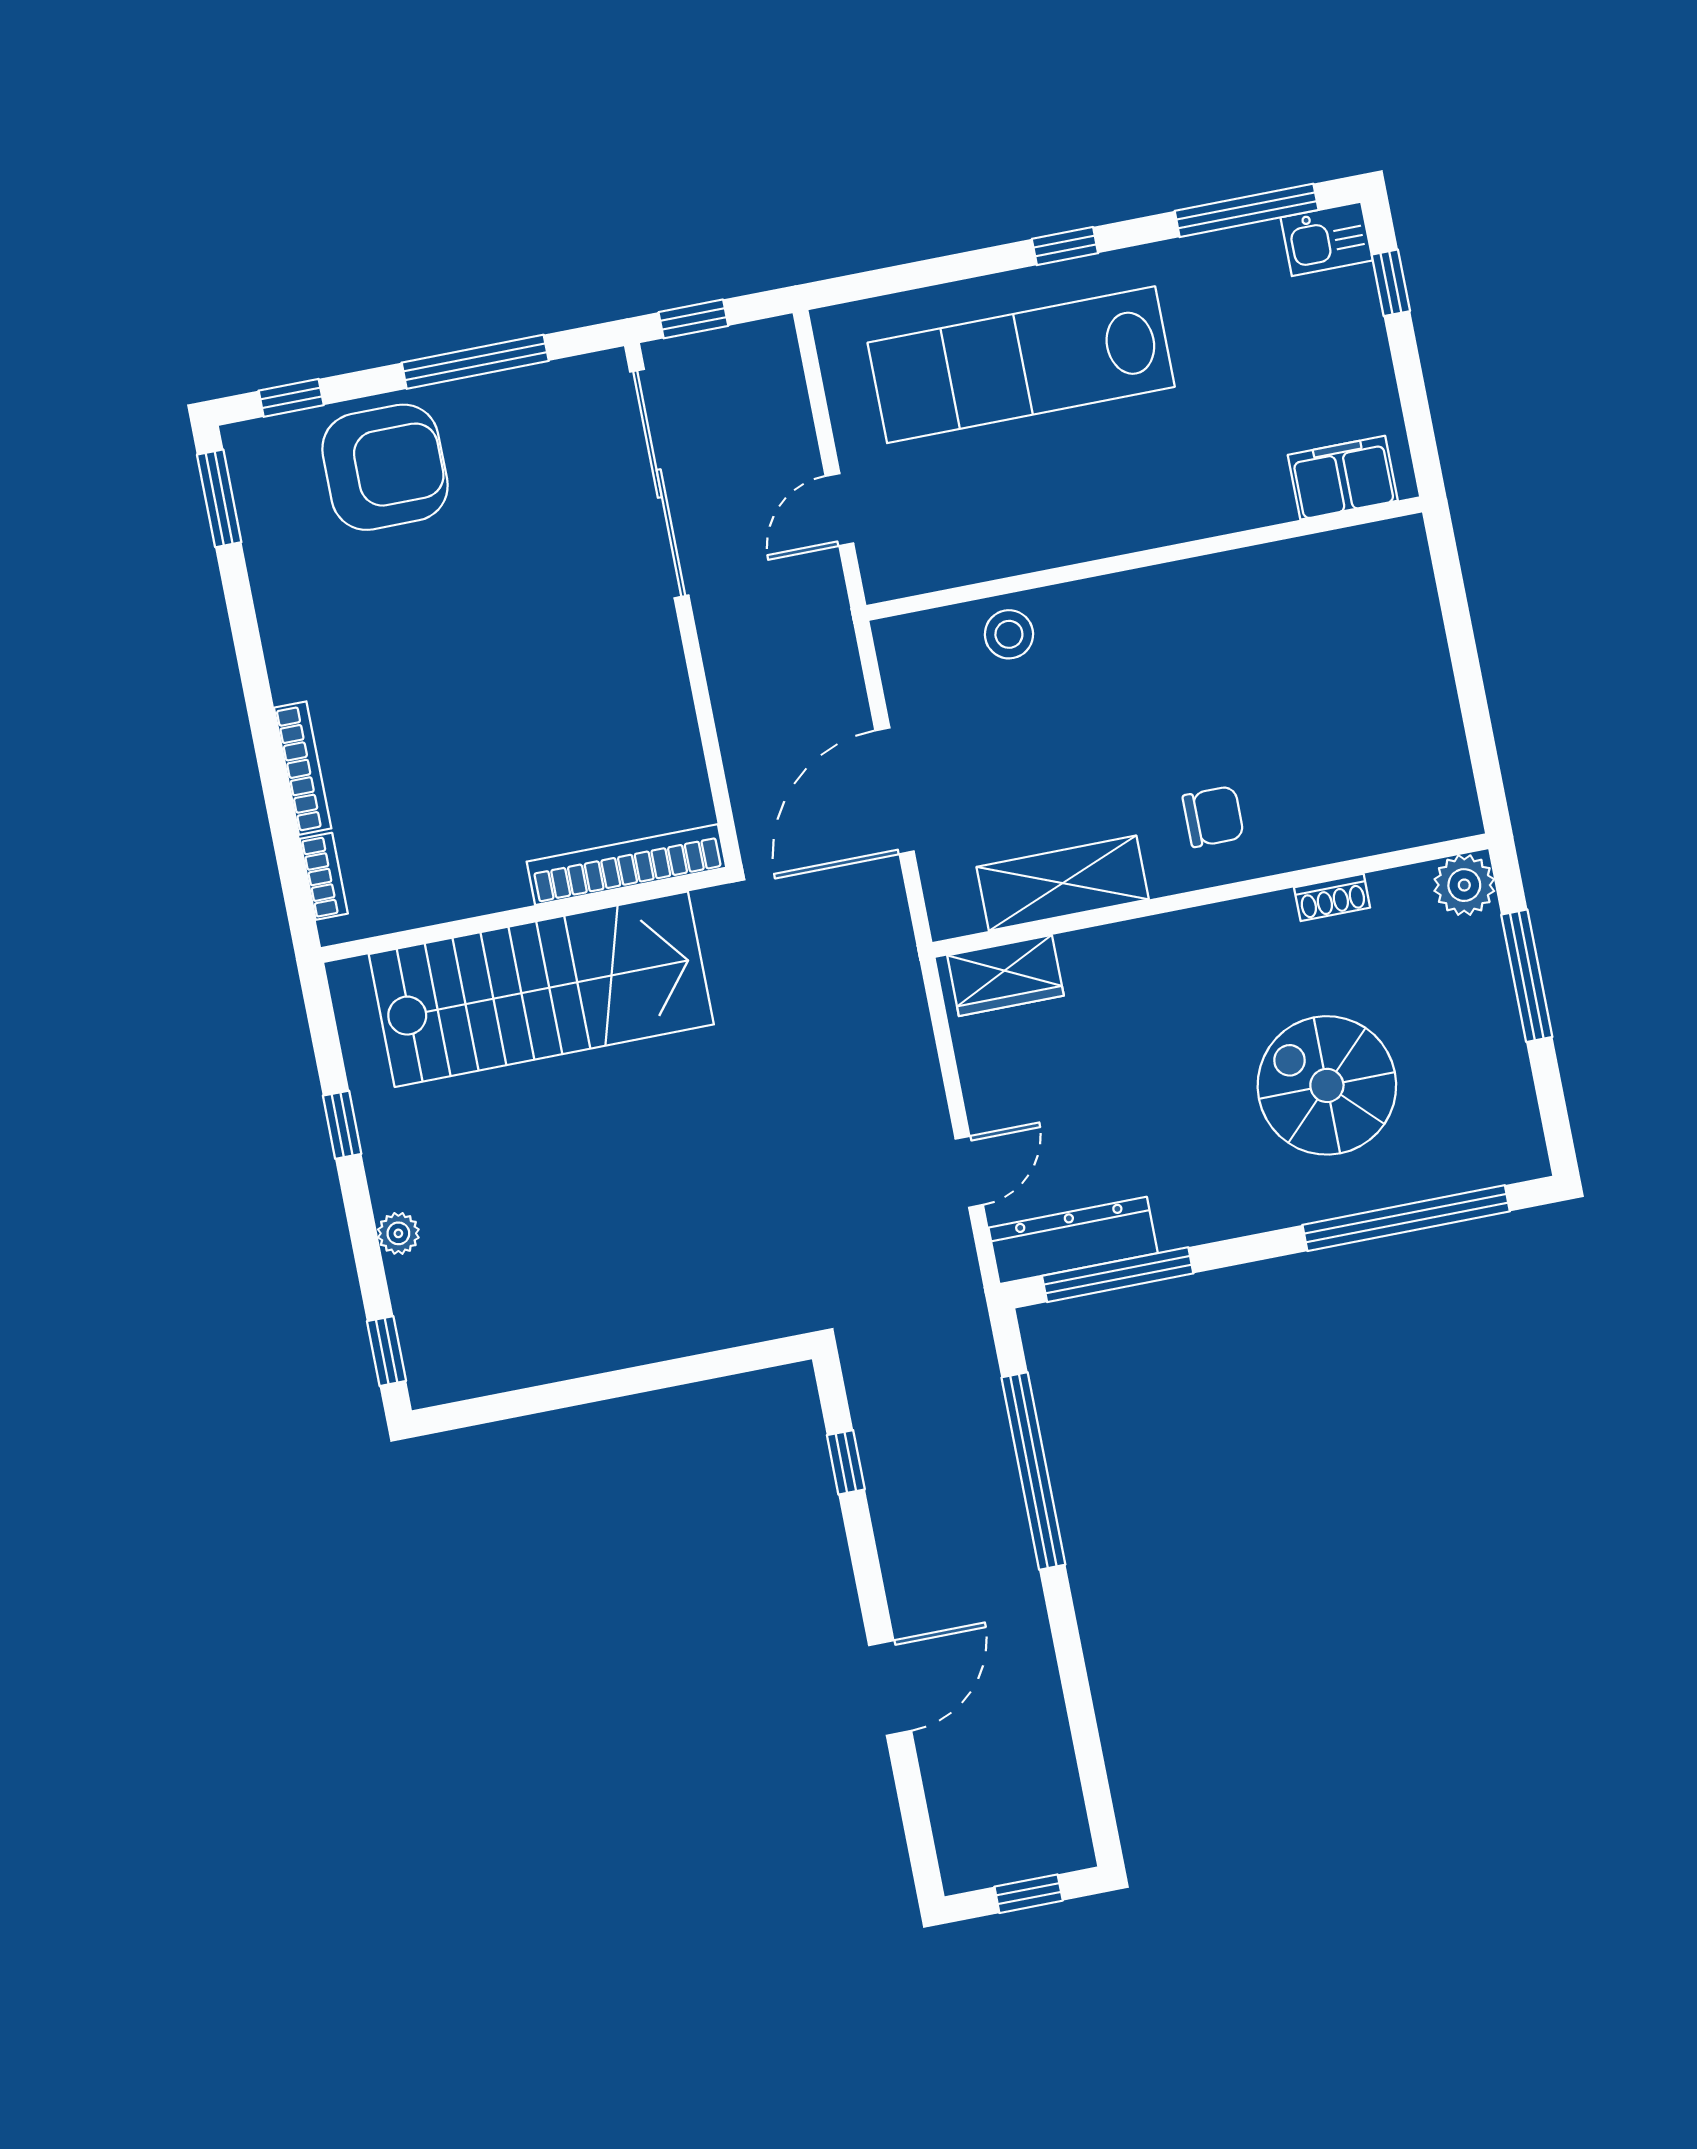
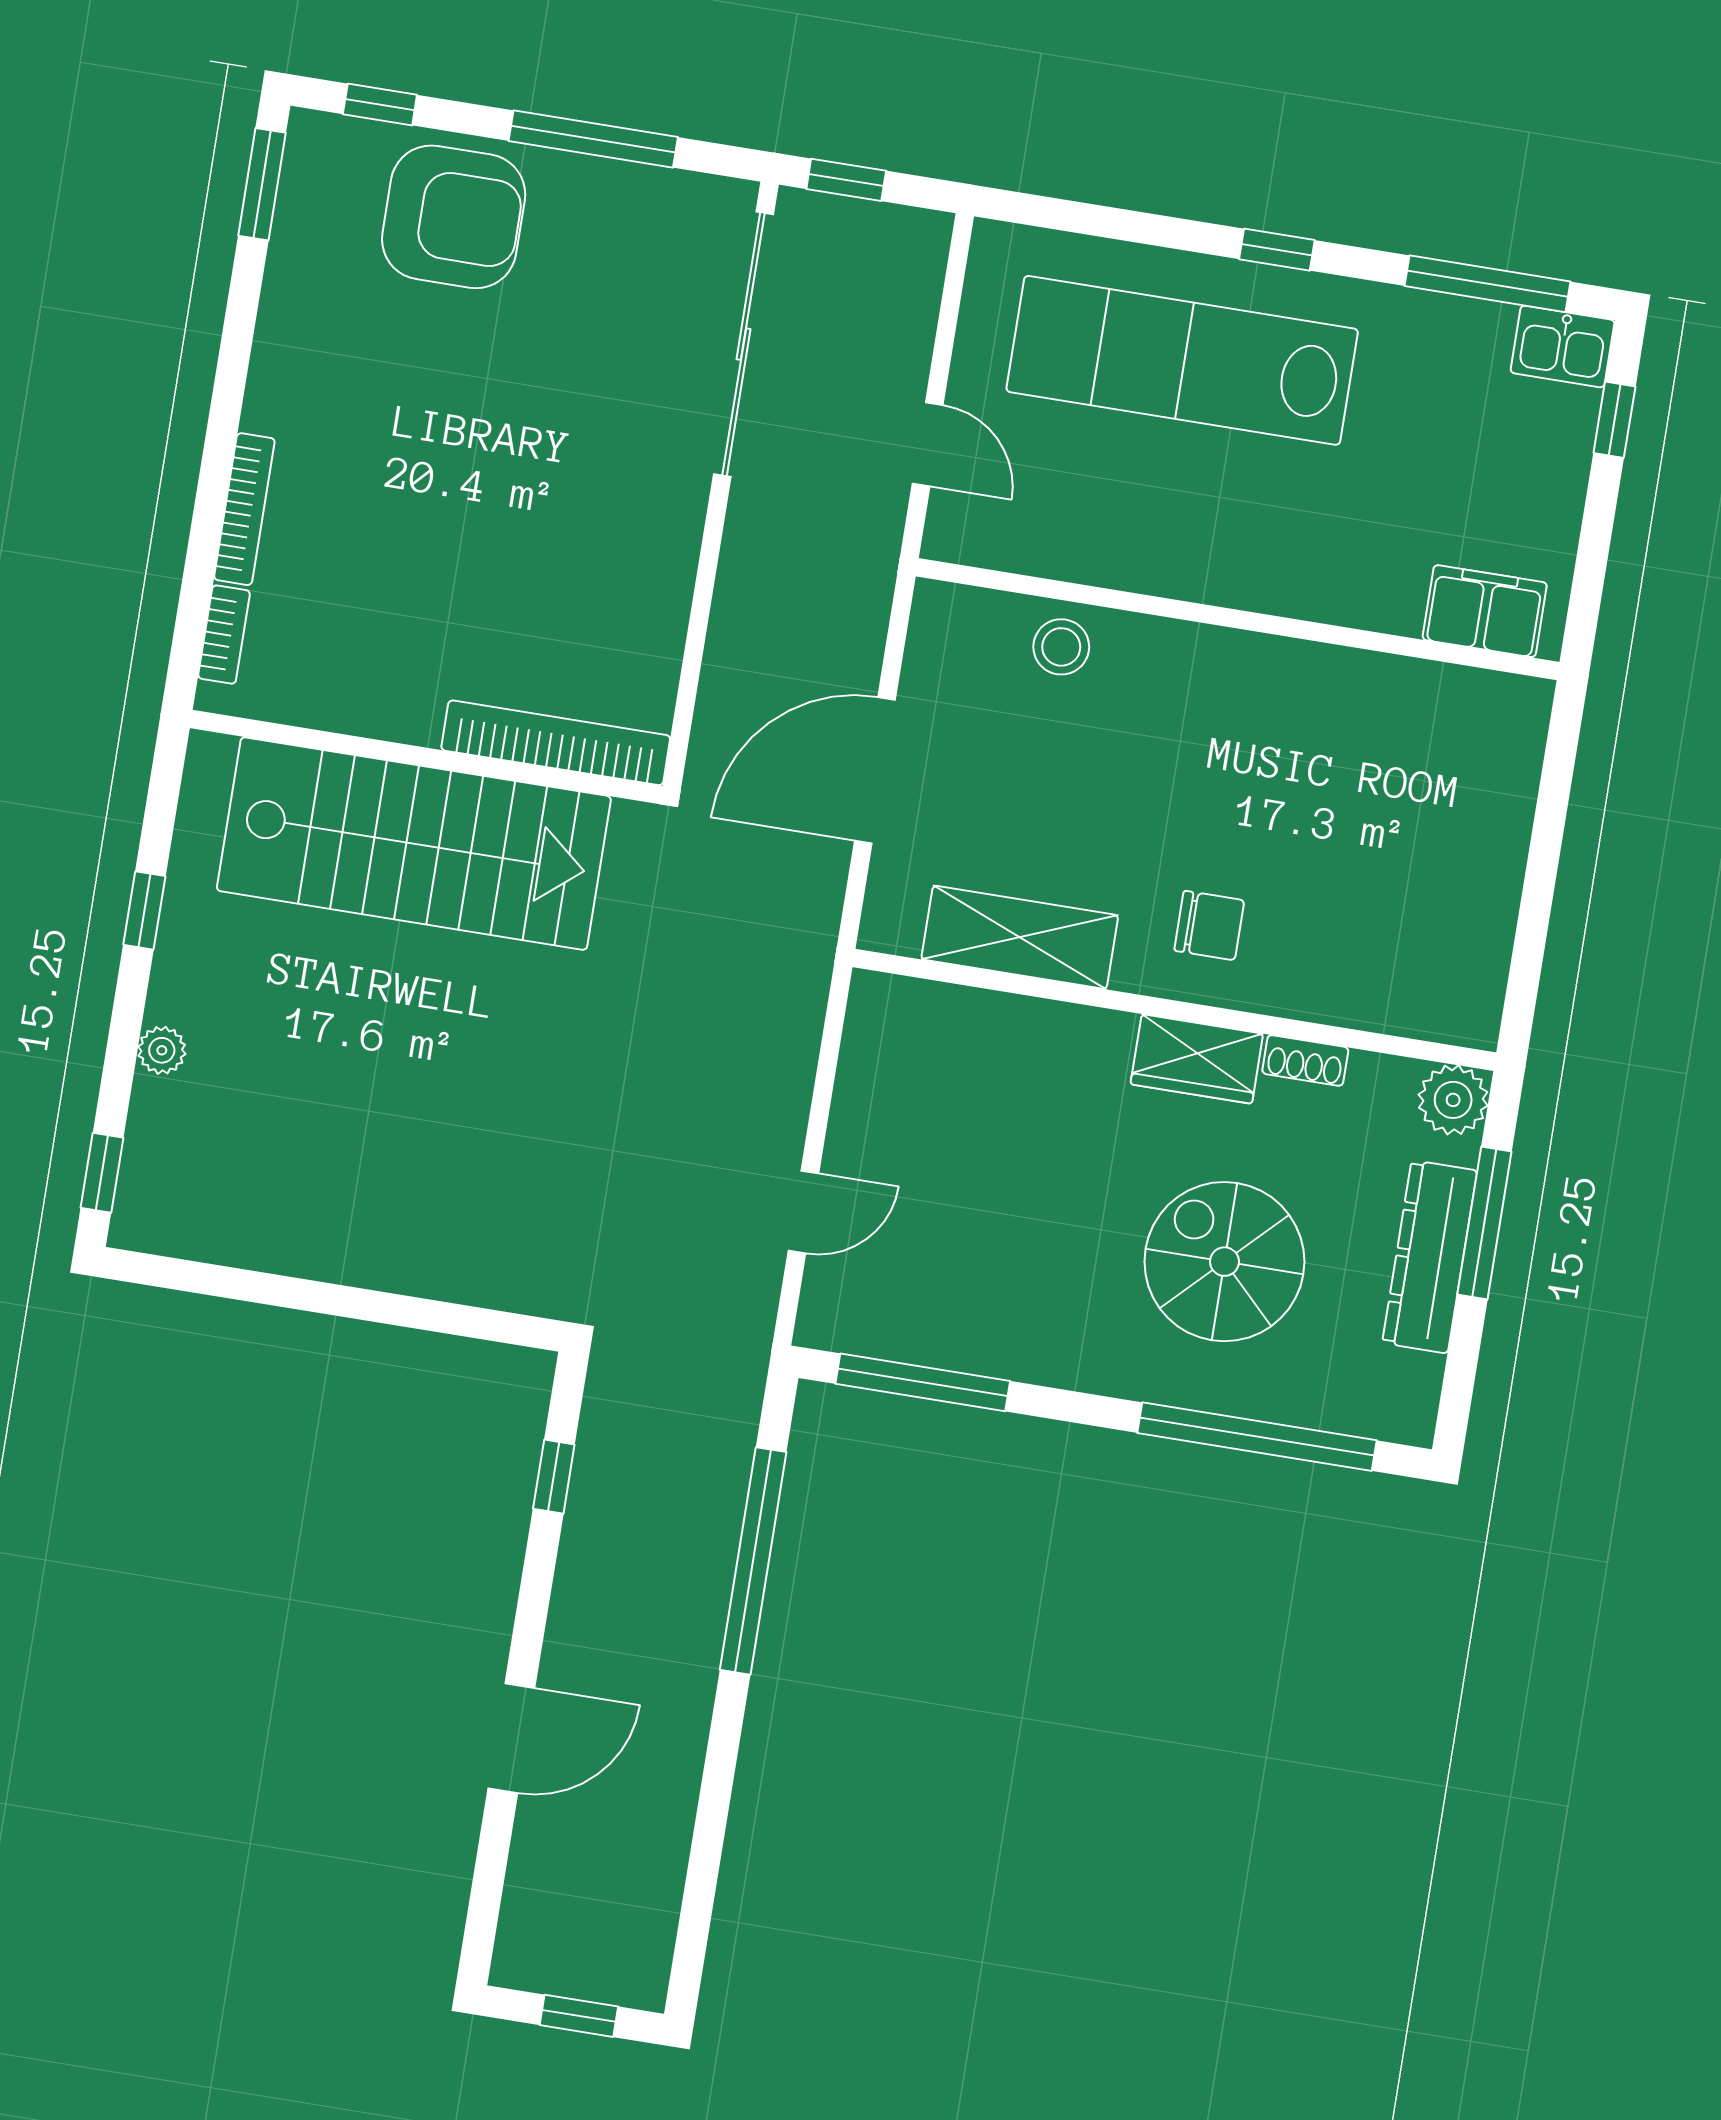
door: (839, 510) -> (928, 444), swing flipped
wardrobe: (1005, 976) -> (1197, 1059), moved
dresser: (1073, 1240) -> (1430, 1257), moved, turned -90

